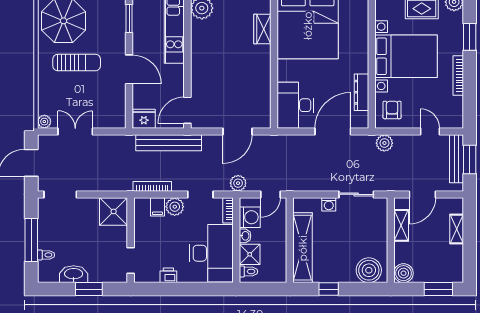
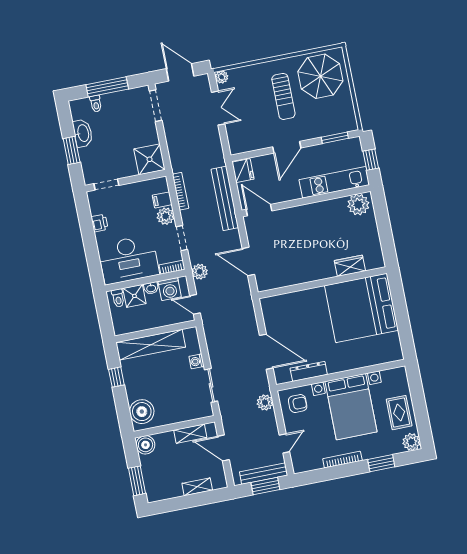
desk: (295, 105) -> (284, 311), removed

